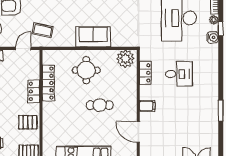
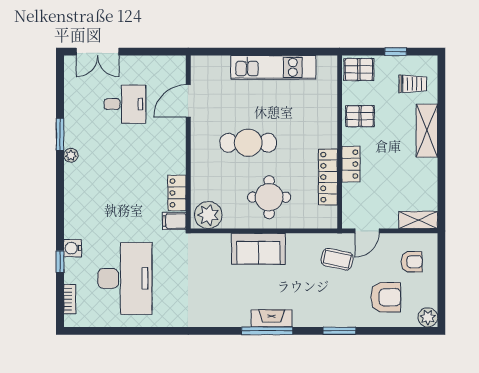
plant: (214, 20) -> (71, 155), moved
desk: (179, 74) -> (125, 104), moved, turned 180
cafe table: (100, 105) -> (248, 143), width x1.37, depth x1.35
filing cabinet: (147, 106) -> (174, 221), moved
door: (138, 132) -> (188, 101), swing flipped

